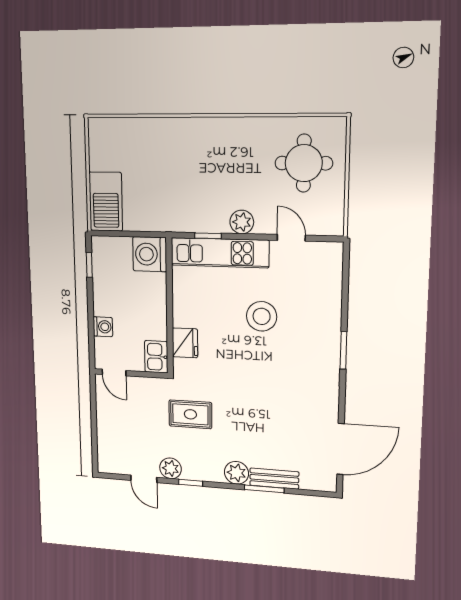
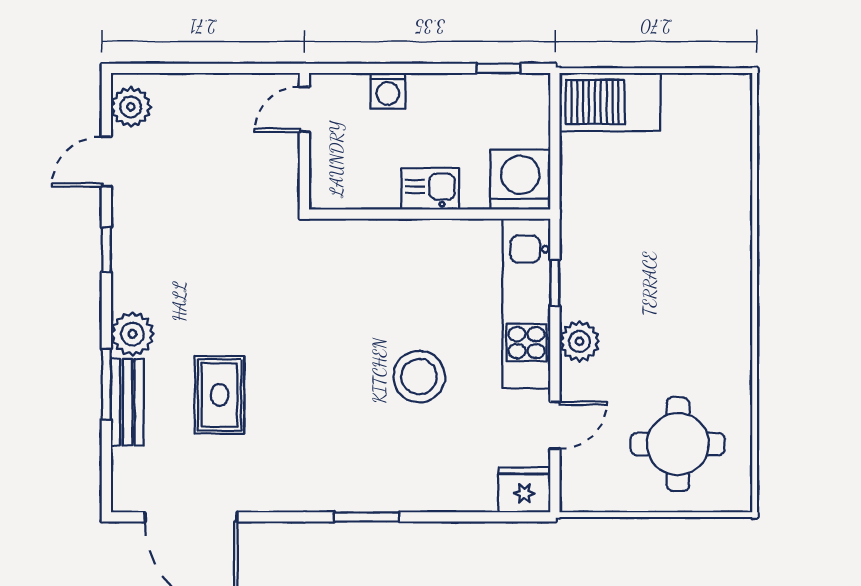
fridge: (185, 343) -> (524, 490), moved, turned 180
kitchen sink: (156, 357) -> (430, 189), moved
rug: (190, 414) -> (220, 395), moved
plant: (171, 468) -> (131, 107), moved

